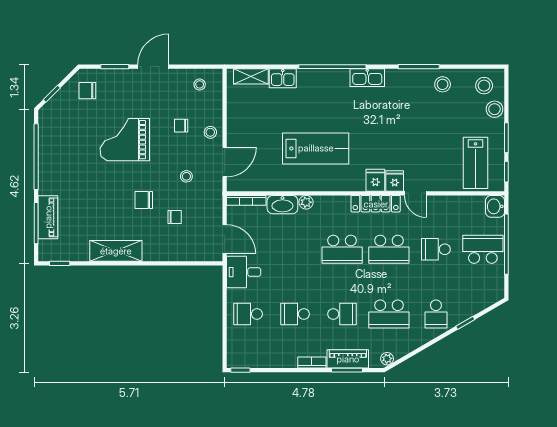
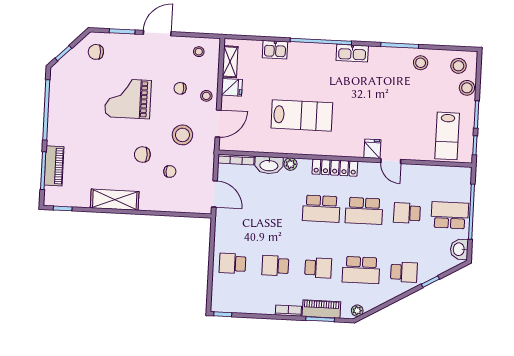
shelving: (251, 76) -> (230, 62), moved, turned 90
stool: (186, 176) -> (182, 135), width x1.89, depth x1.89
fridge: (375, 180) -> (232, 87), moved, turned 90
locker: (376, 204) -> (335, 168), moved
washbasin: (495, 206) -> (459, 249), moved
desk: (244, 272) -> (230, 225), removed
school desk: (436, 314) -> (404, 272), turned -90

